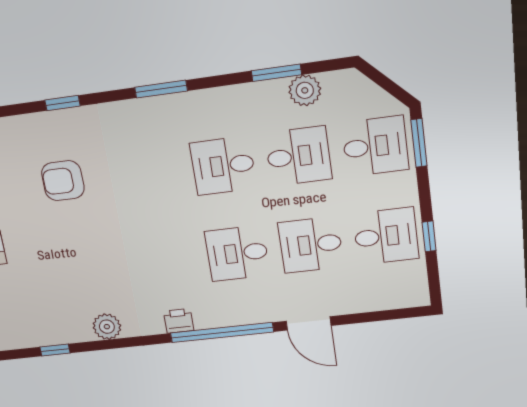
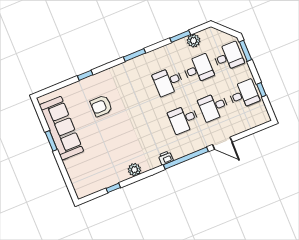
window: (62, 103) -> (85, 75), moved

